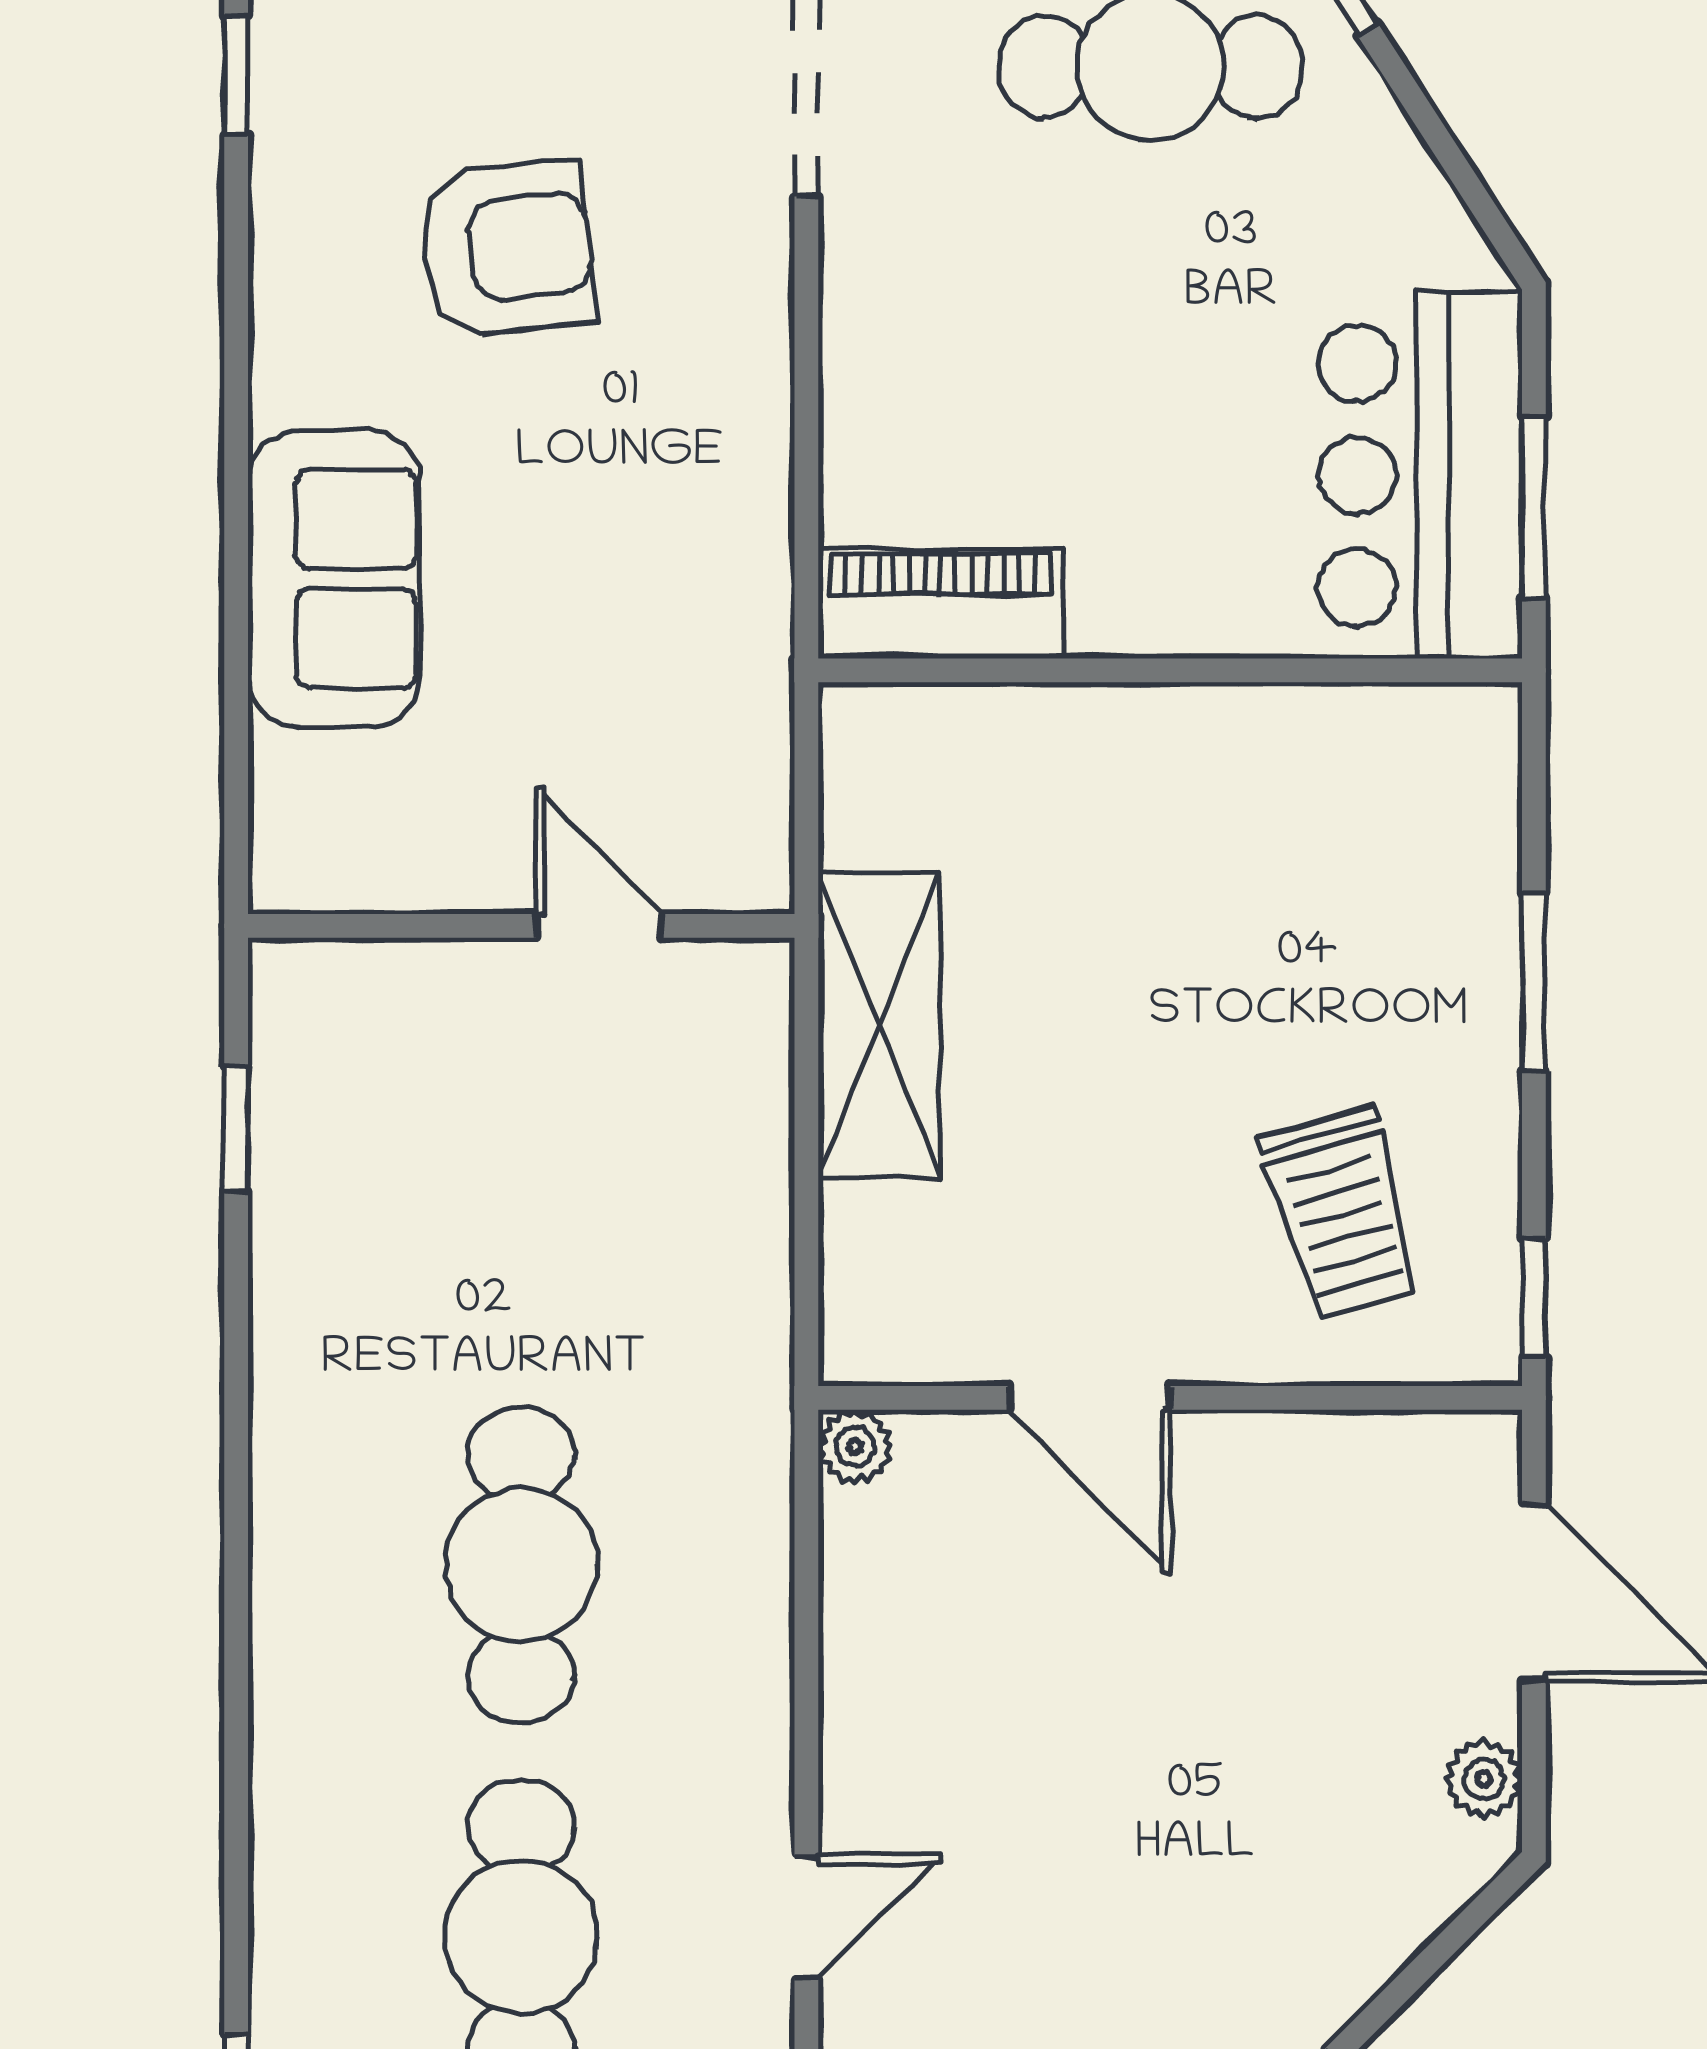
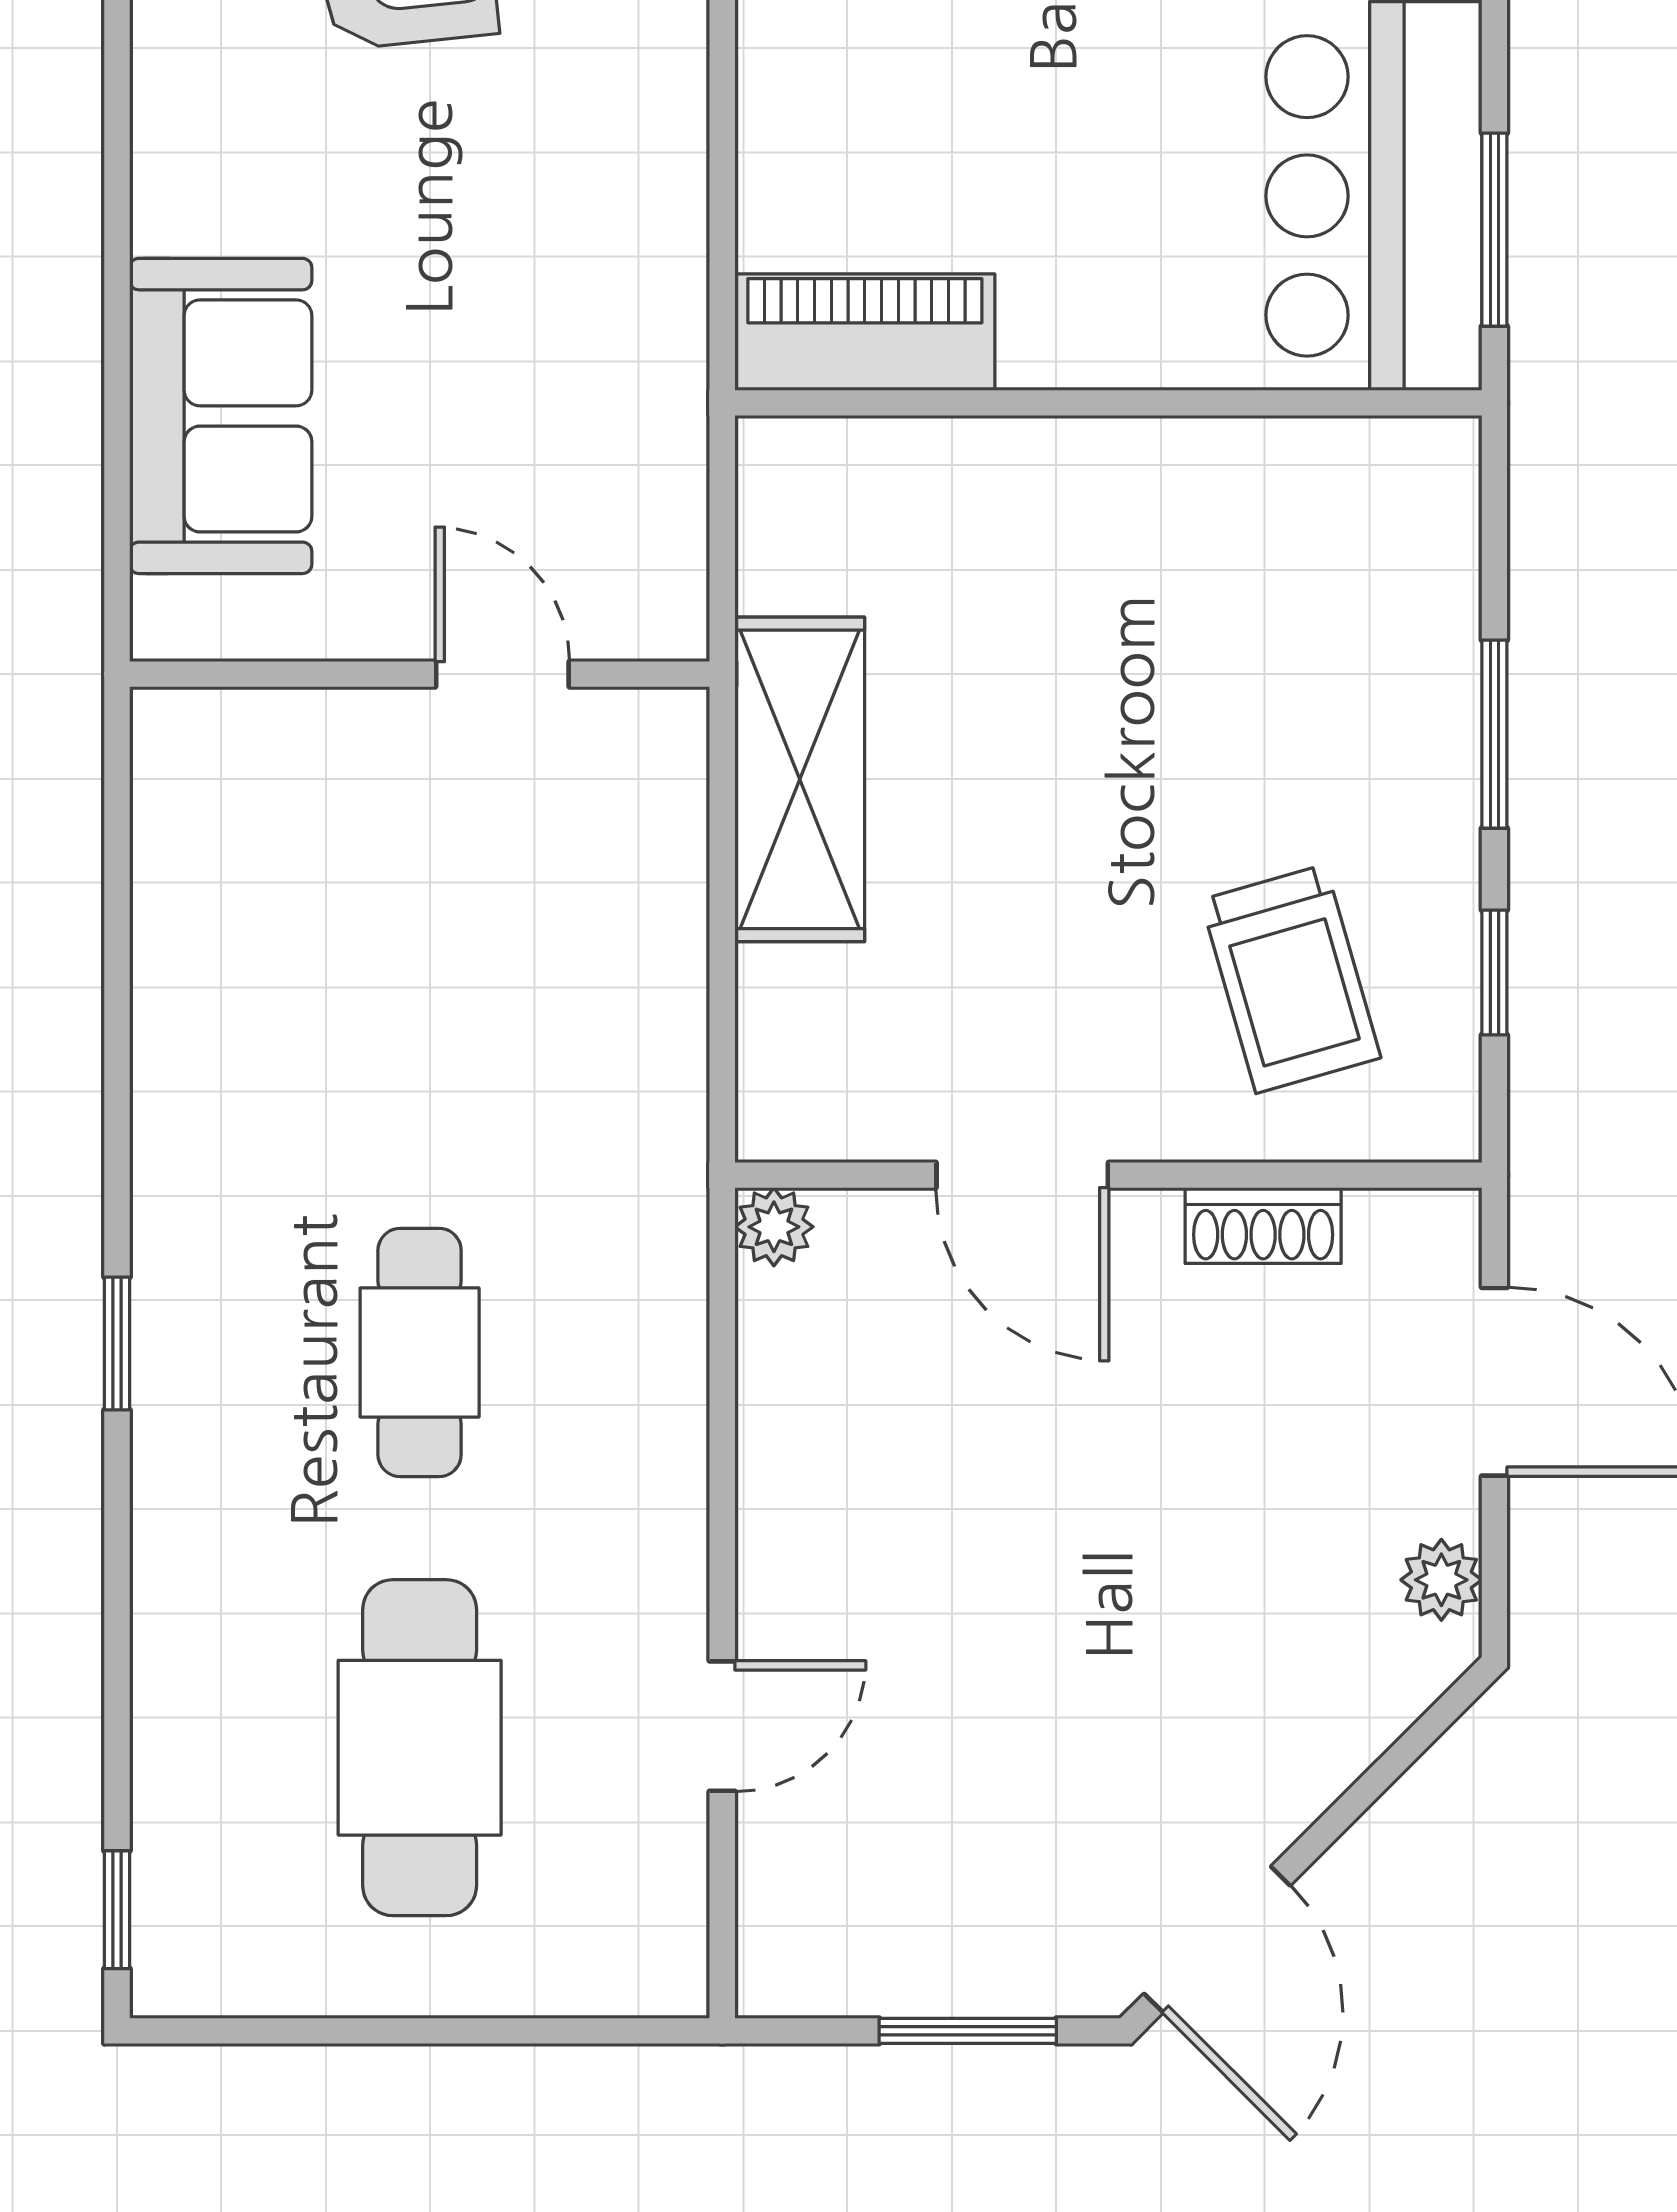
sofa: (334, 579) -> (221, 416), moved
window: (236, 1129) -> (117, 1343), moved
window: (1534, 1298) -> (1494, 973), moved
shoe rack: (1316, 1445) -> (1263, 1226), added
cafe table: (521, 1565) -> (420, 1352), width x0.73, depth x0.74

